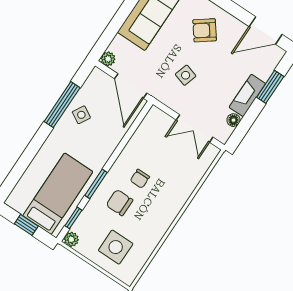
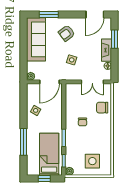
door: (131, 86) -> (50, 82), hinge flipped
window: (62, 105) -> (24, 142), moved
chair: (119, 203) -> (102, 108), moved

